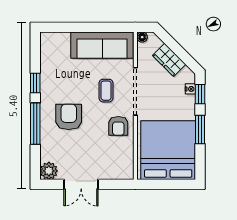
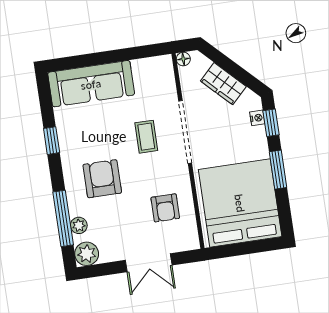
sofa: (102, 45) -> (91, 84), moved
window: (35, 124) -> (63, 218), moved
armchair: (118, 126) -> (165, 208), moved
plant: (46, 149) -> (79, 225), added
double door: (81, 184) -> (149, 263), moved

